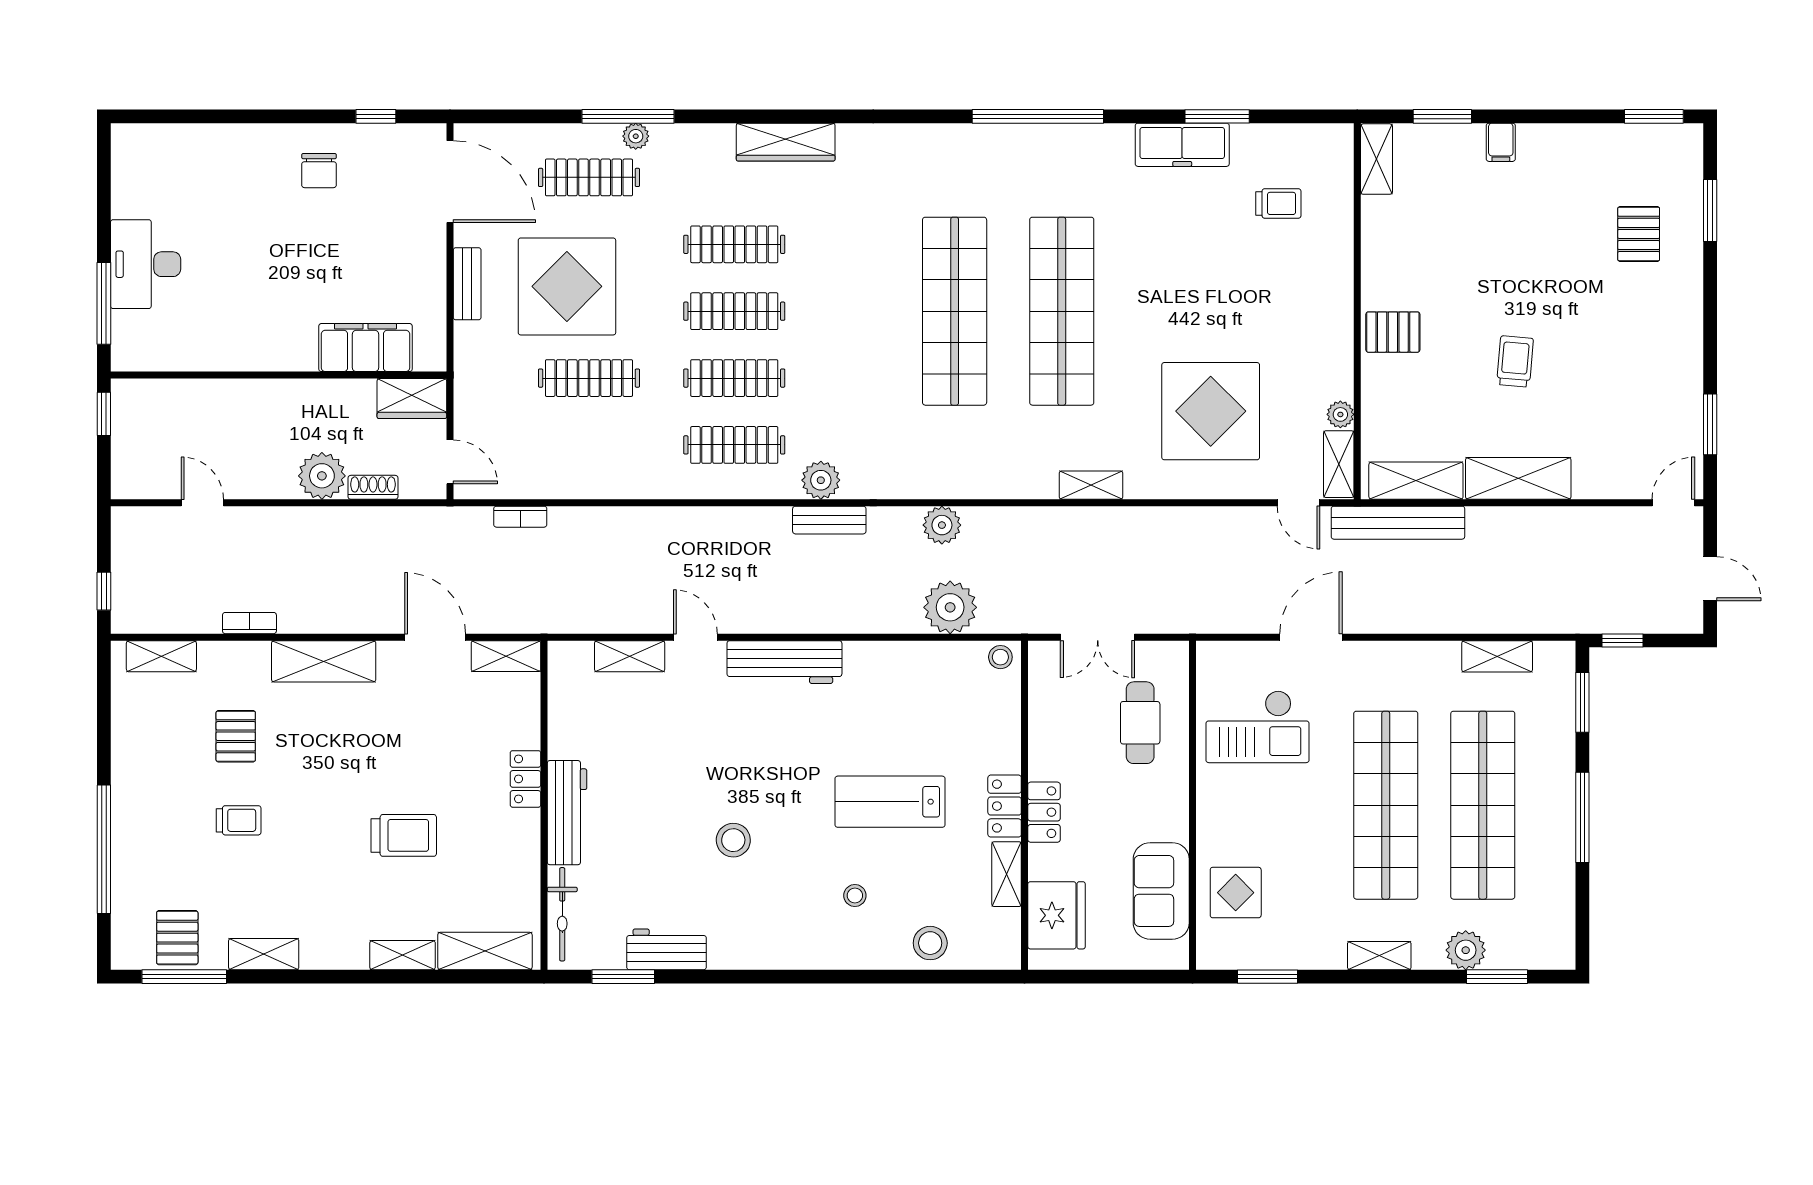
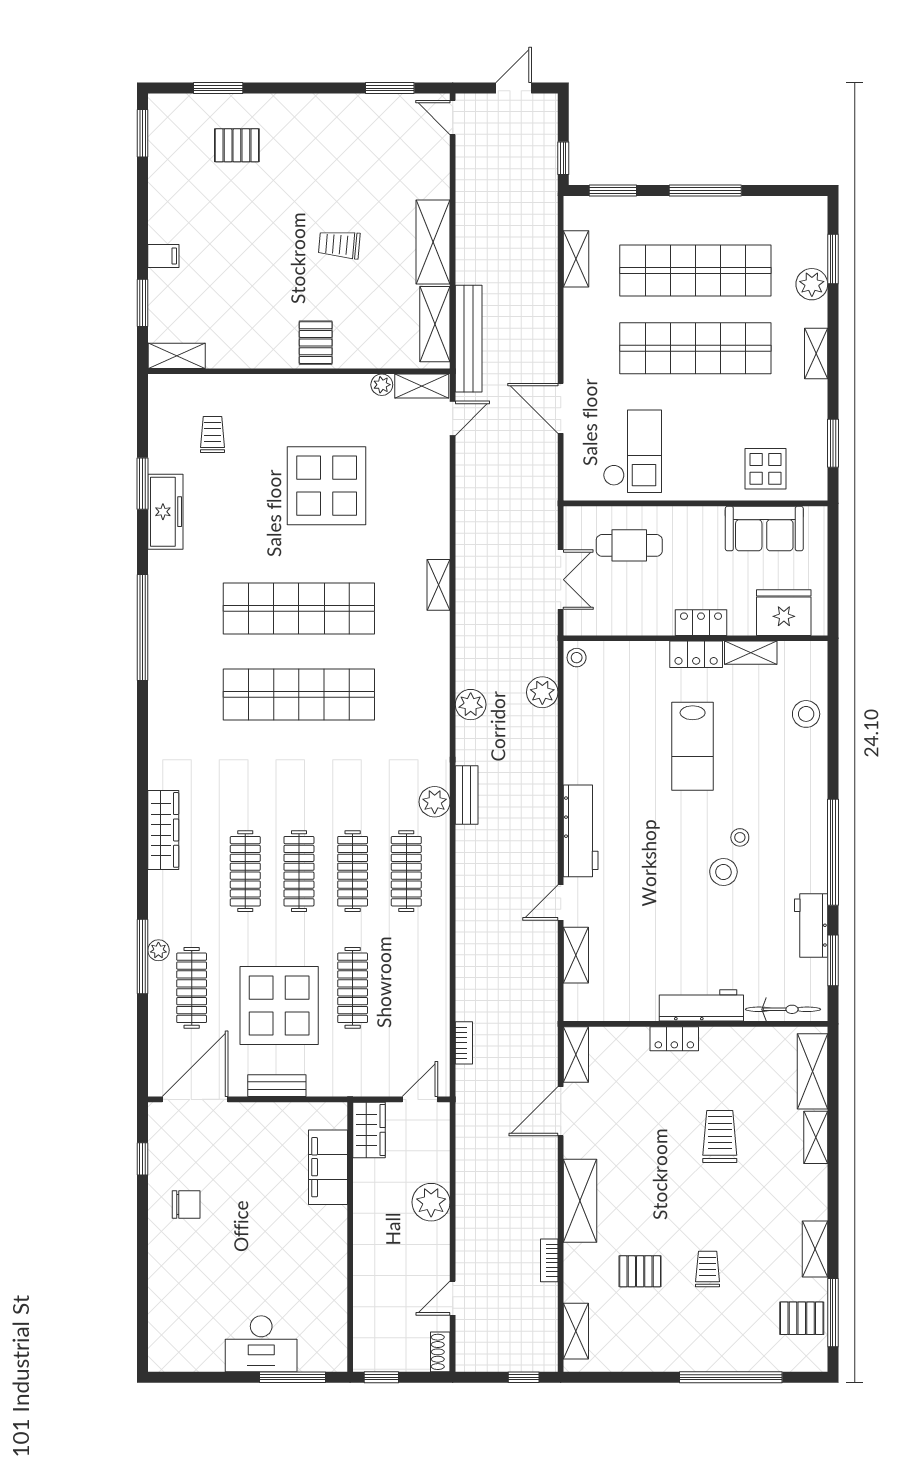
display table: (1211, 411) -> (327, 486), moved
shoe rack: (373, 487) -> (440, 1352), moved
plant: (950, 607) -> (542, 692), width x0.73, depth x0.73
stool: (855, 895) -> (740, 837), moved
window: (758, 977) -> (833, 852), added

